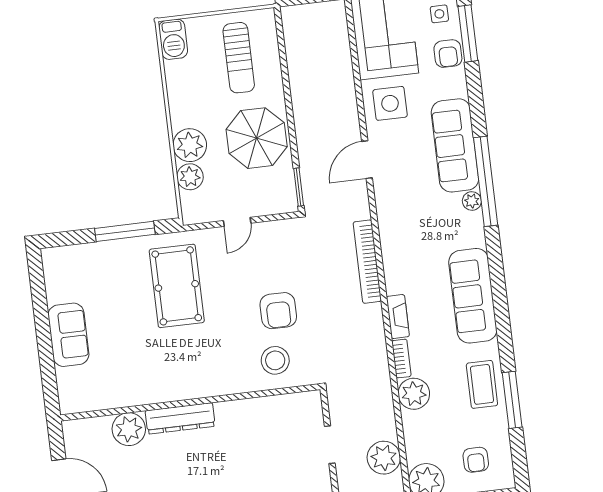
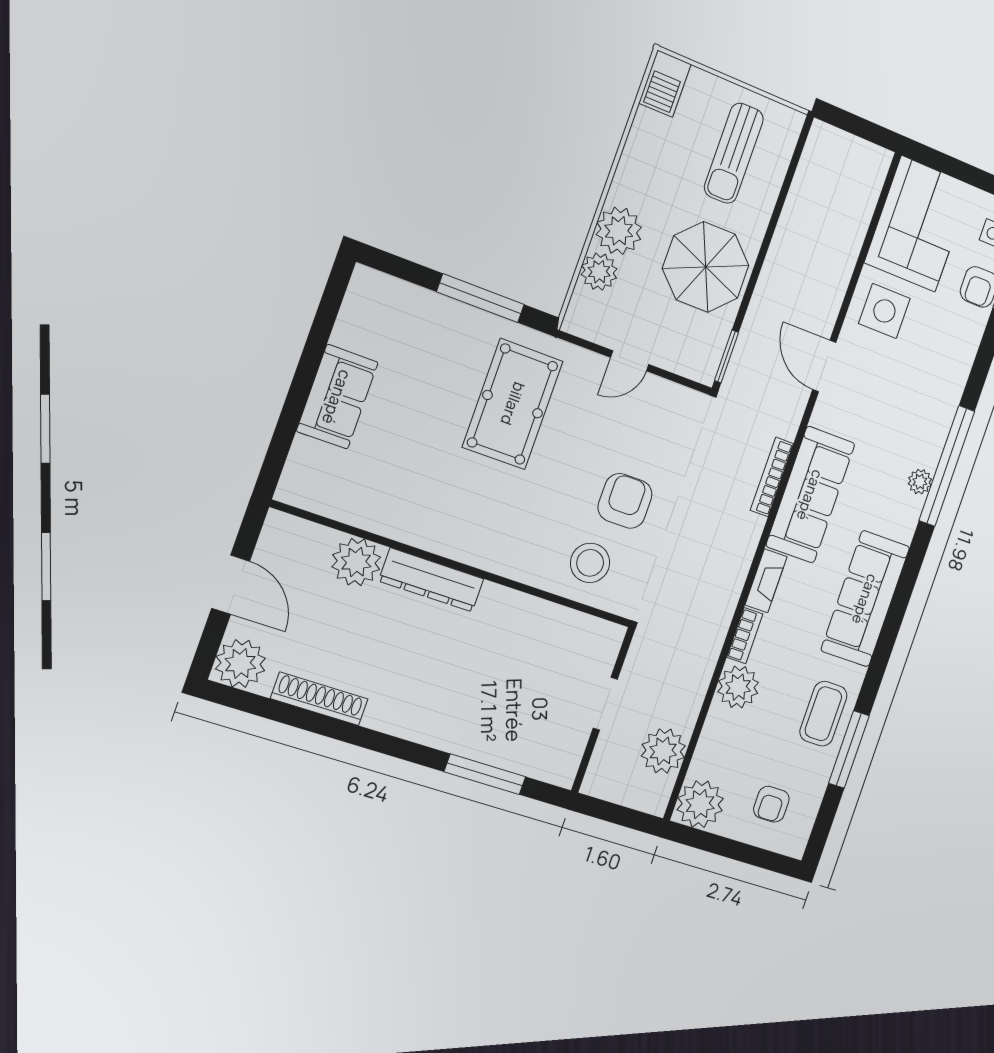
sofa: (455, 145) -> (810, 495), moved, turned 180
door: (367, 160) -> (824, 366), hinge flipped
bookcase: (367, 262) -> (772, 477), width x0.68, depth x0.76
armchair: (278, 311) -> (625, 501), turned 180

